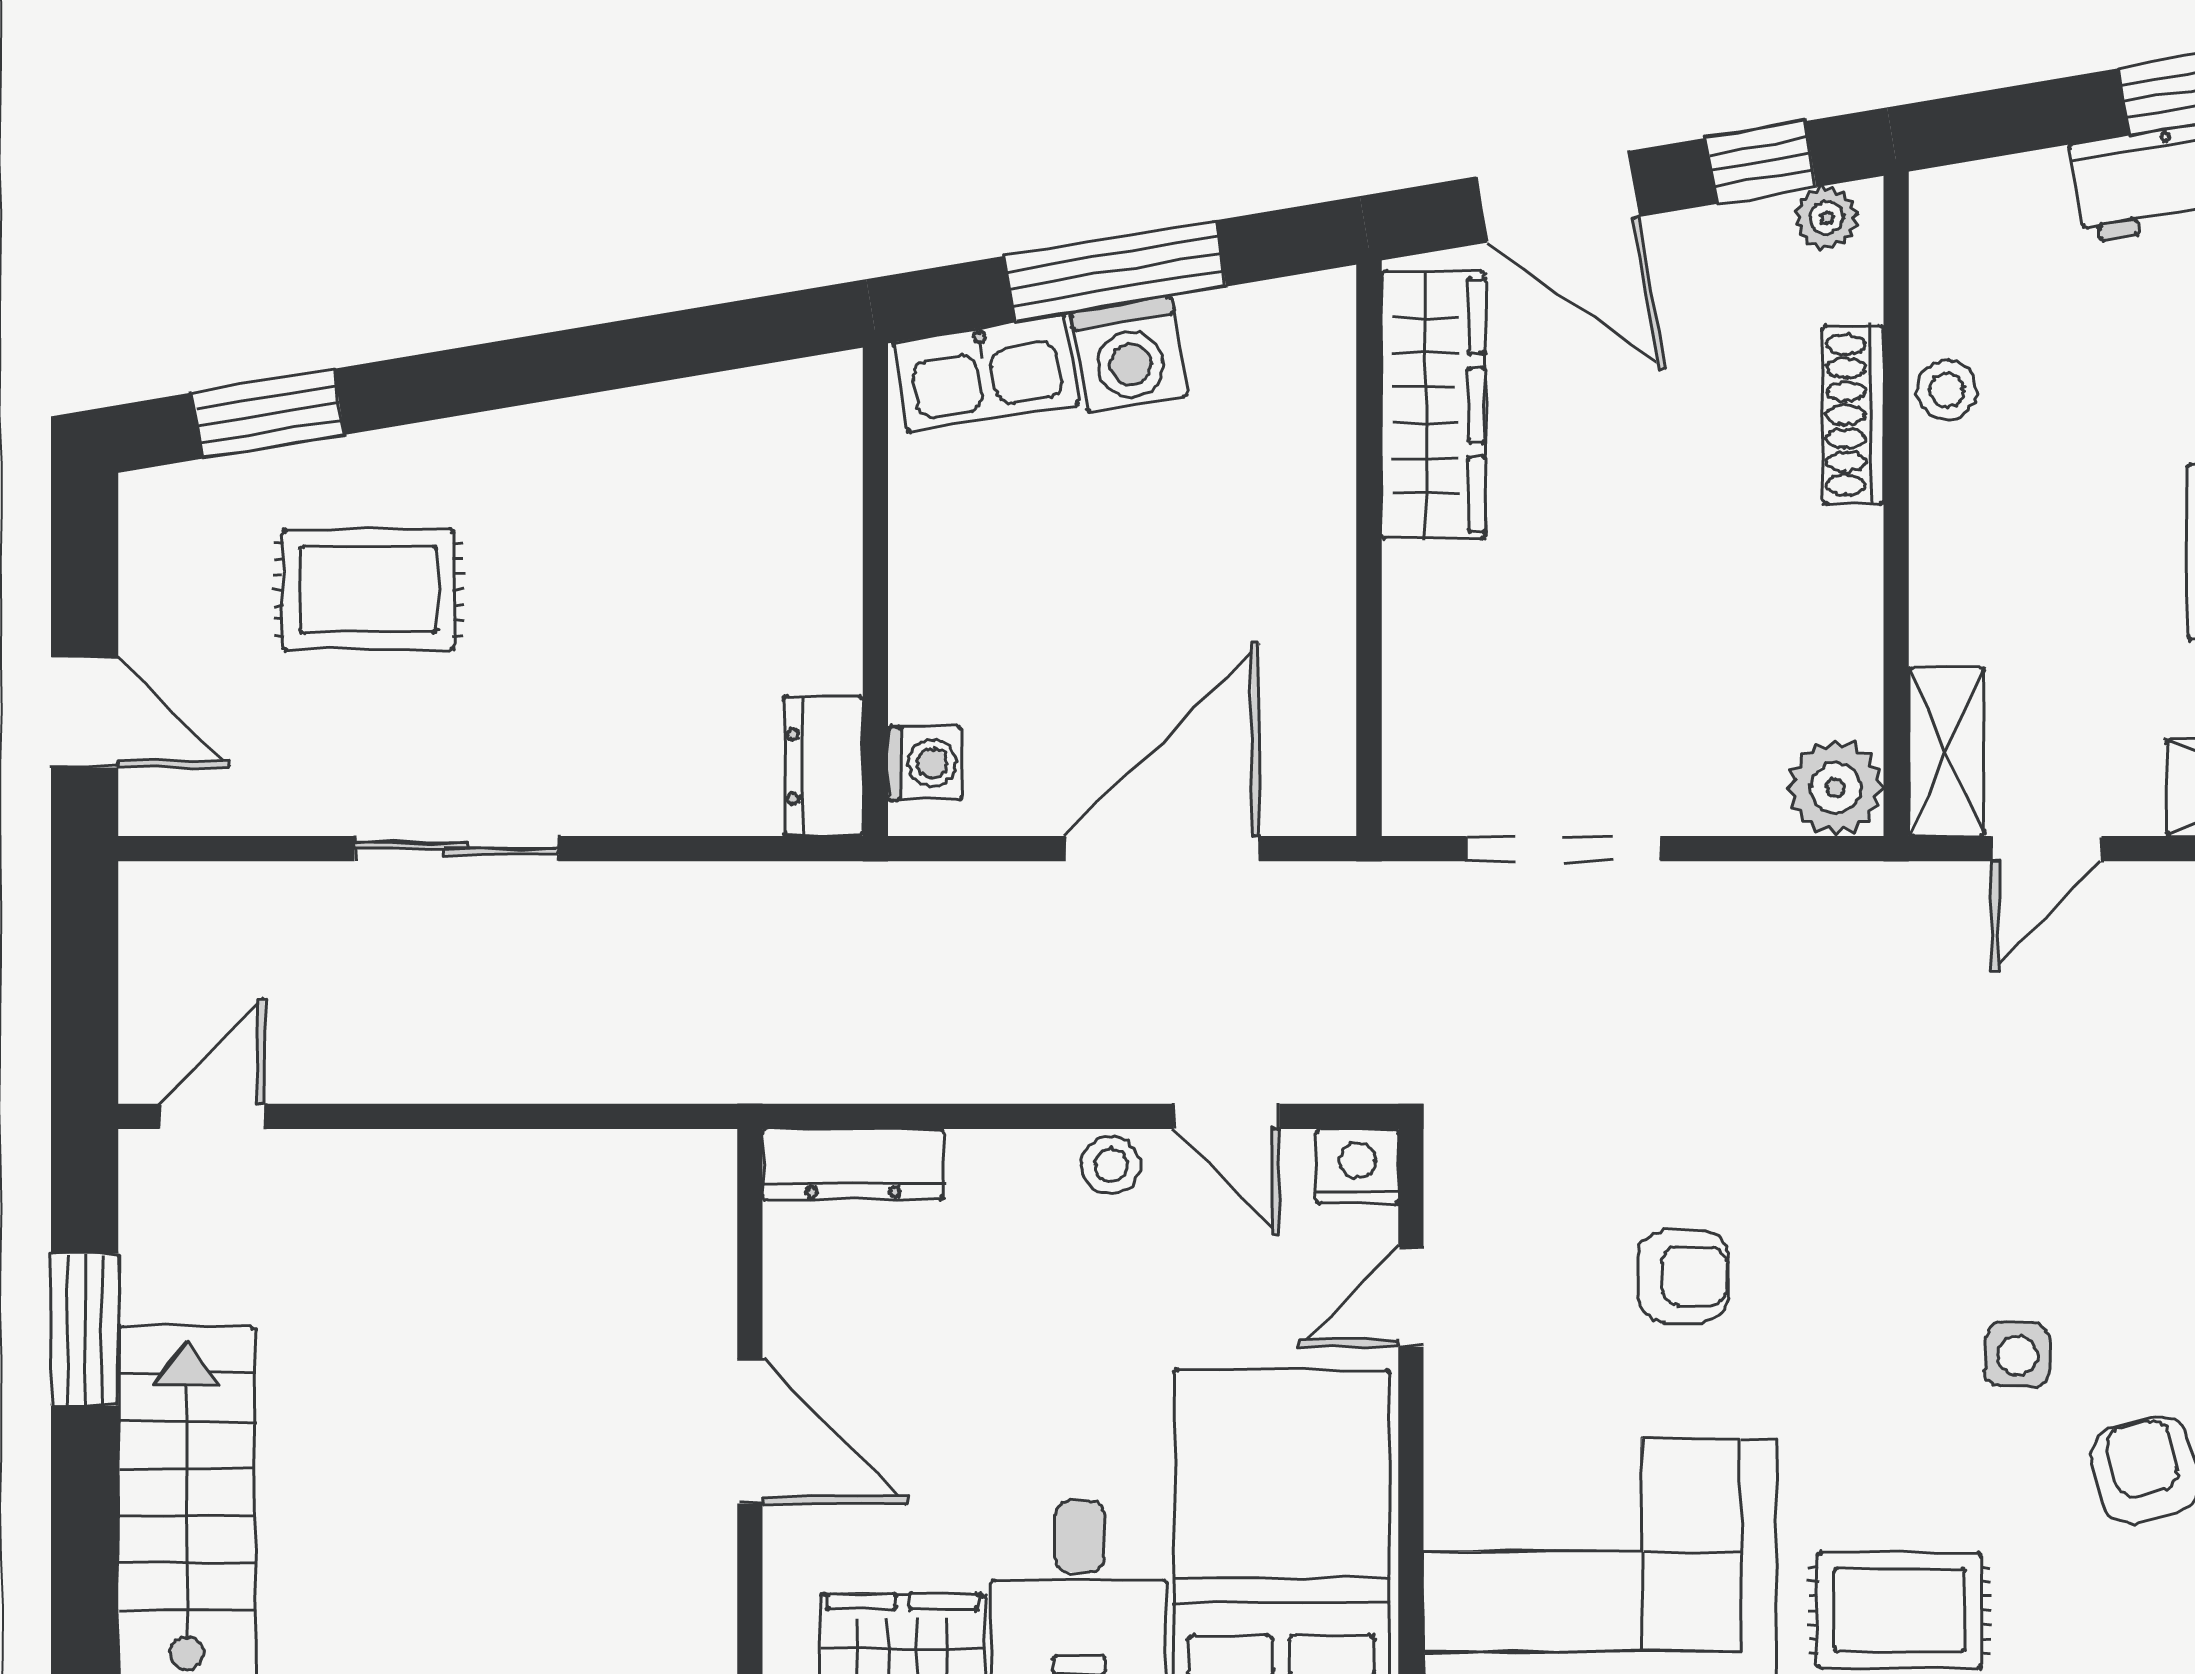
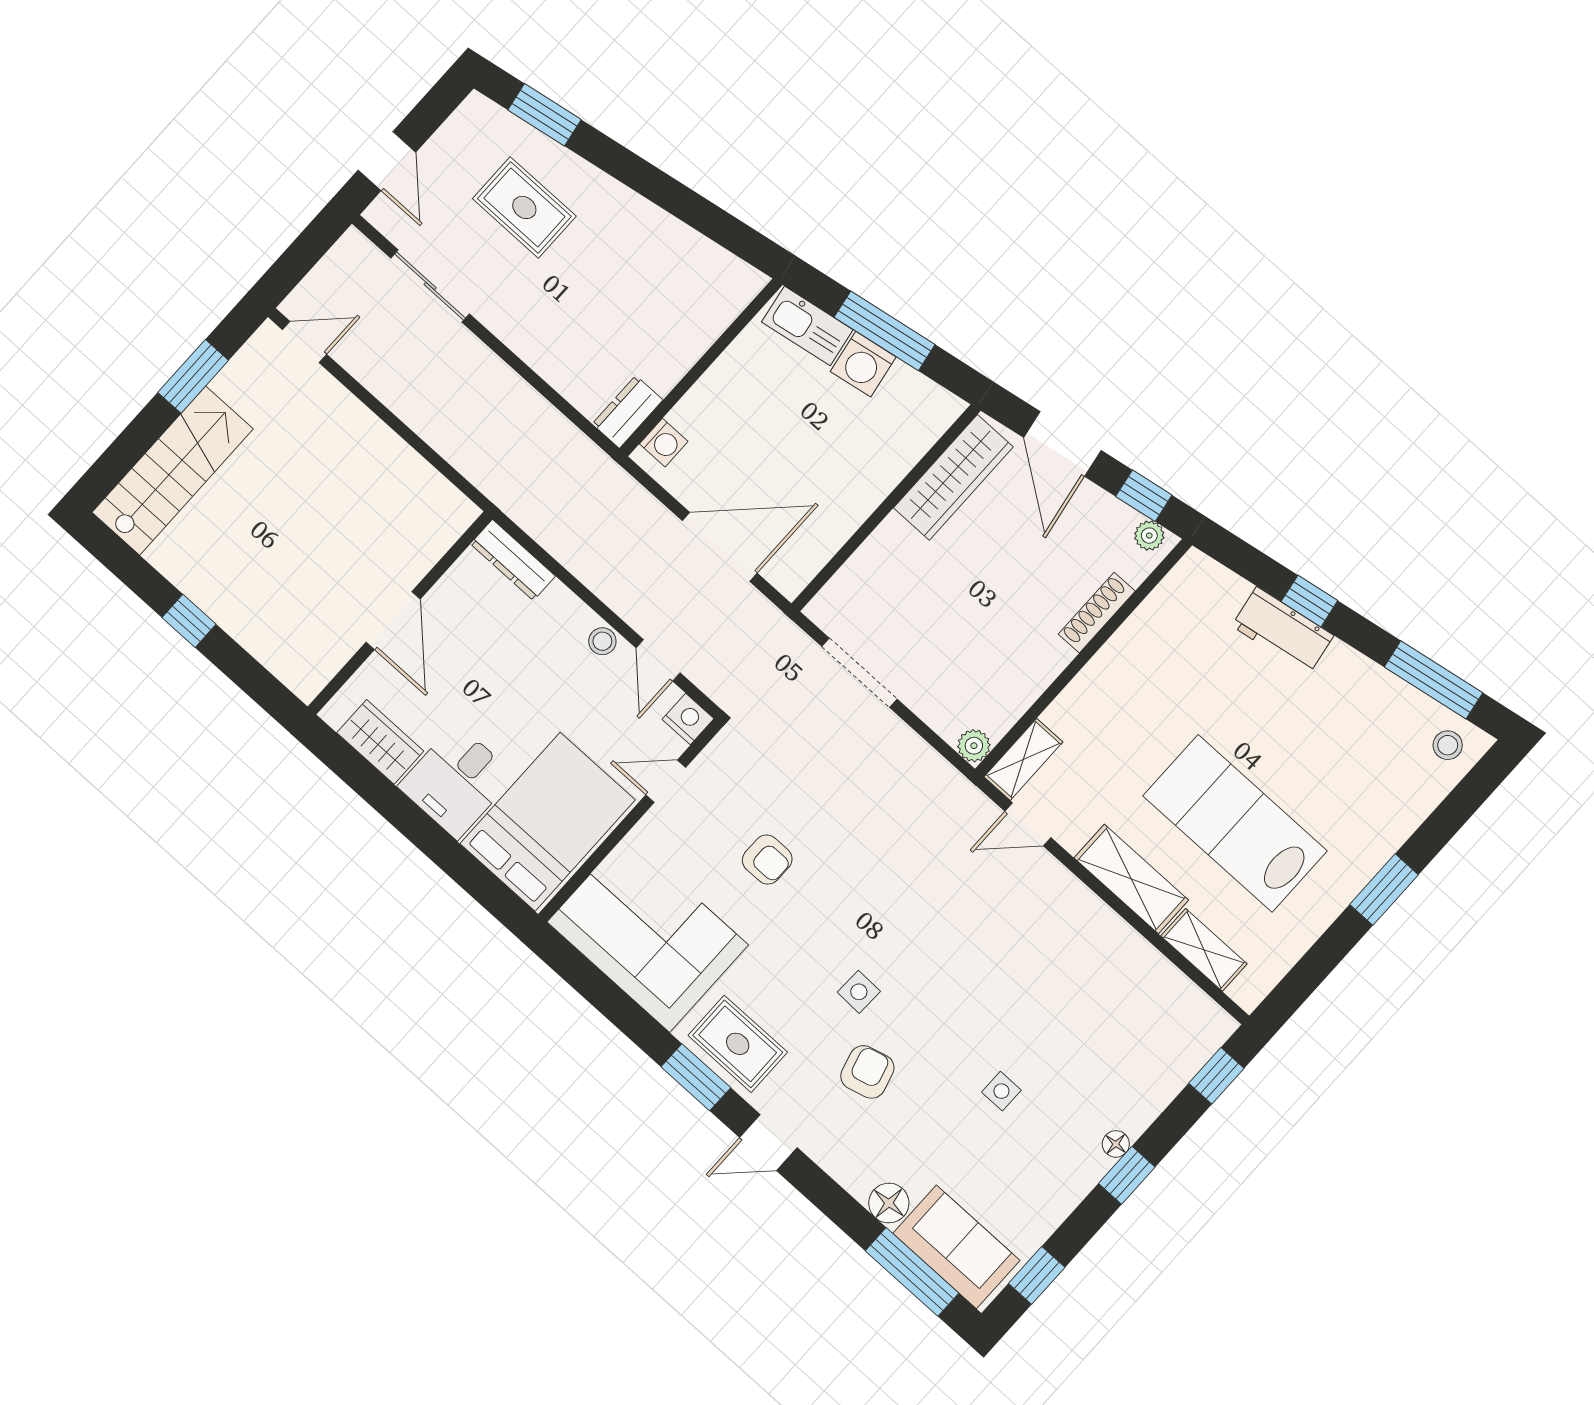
stool: (1947, 390) -> (1137, 633), removed
plant: (1835, 788) -> (974, 746), width x0.73, depth x0.73
sliding door: (456, 849) -> (430, 286), moved

